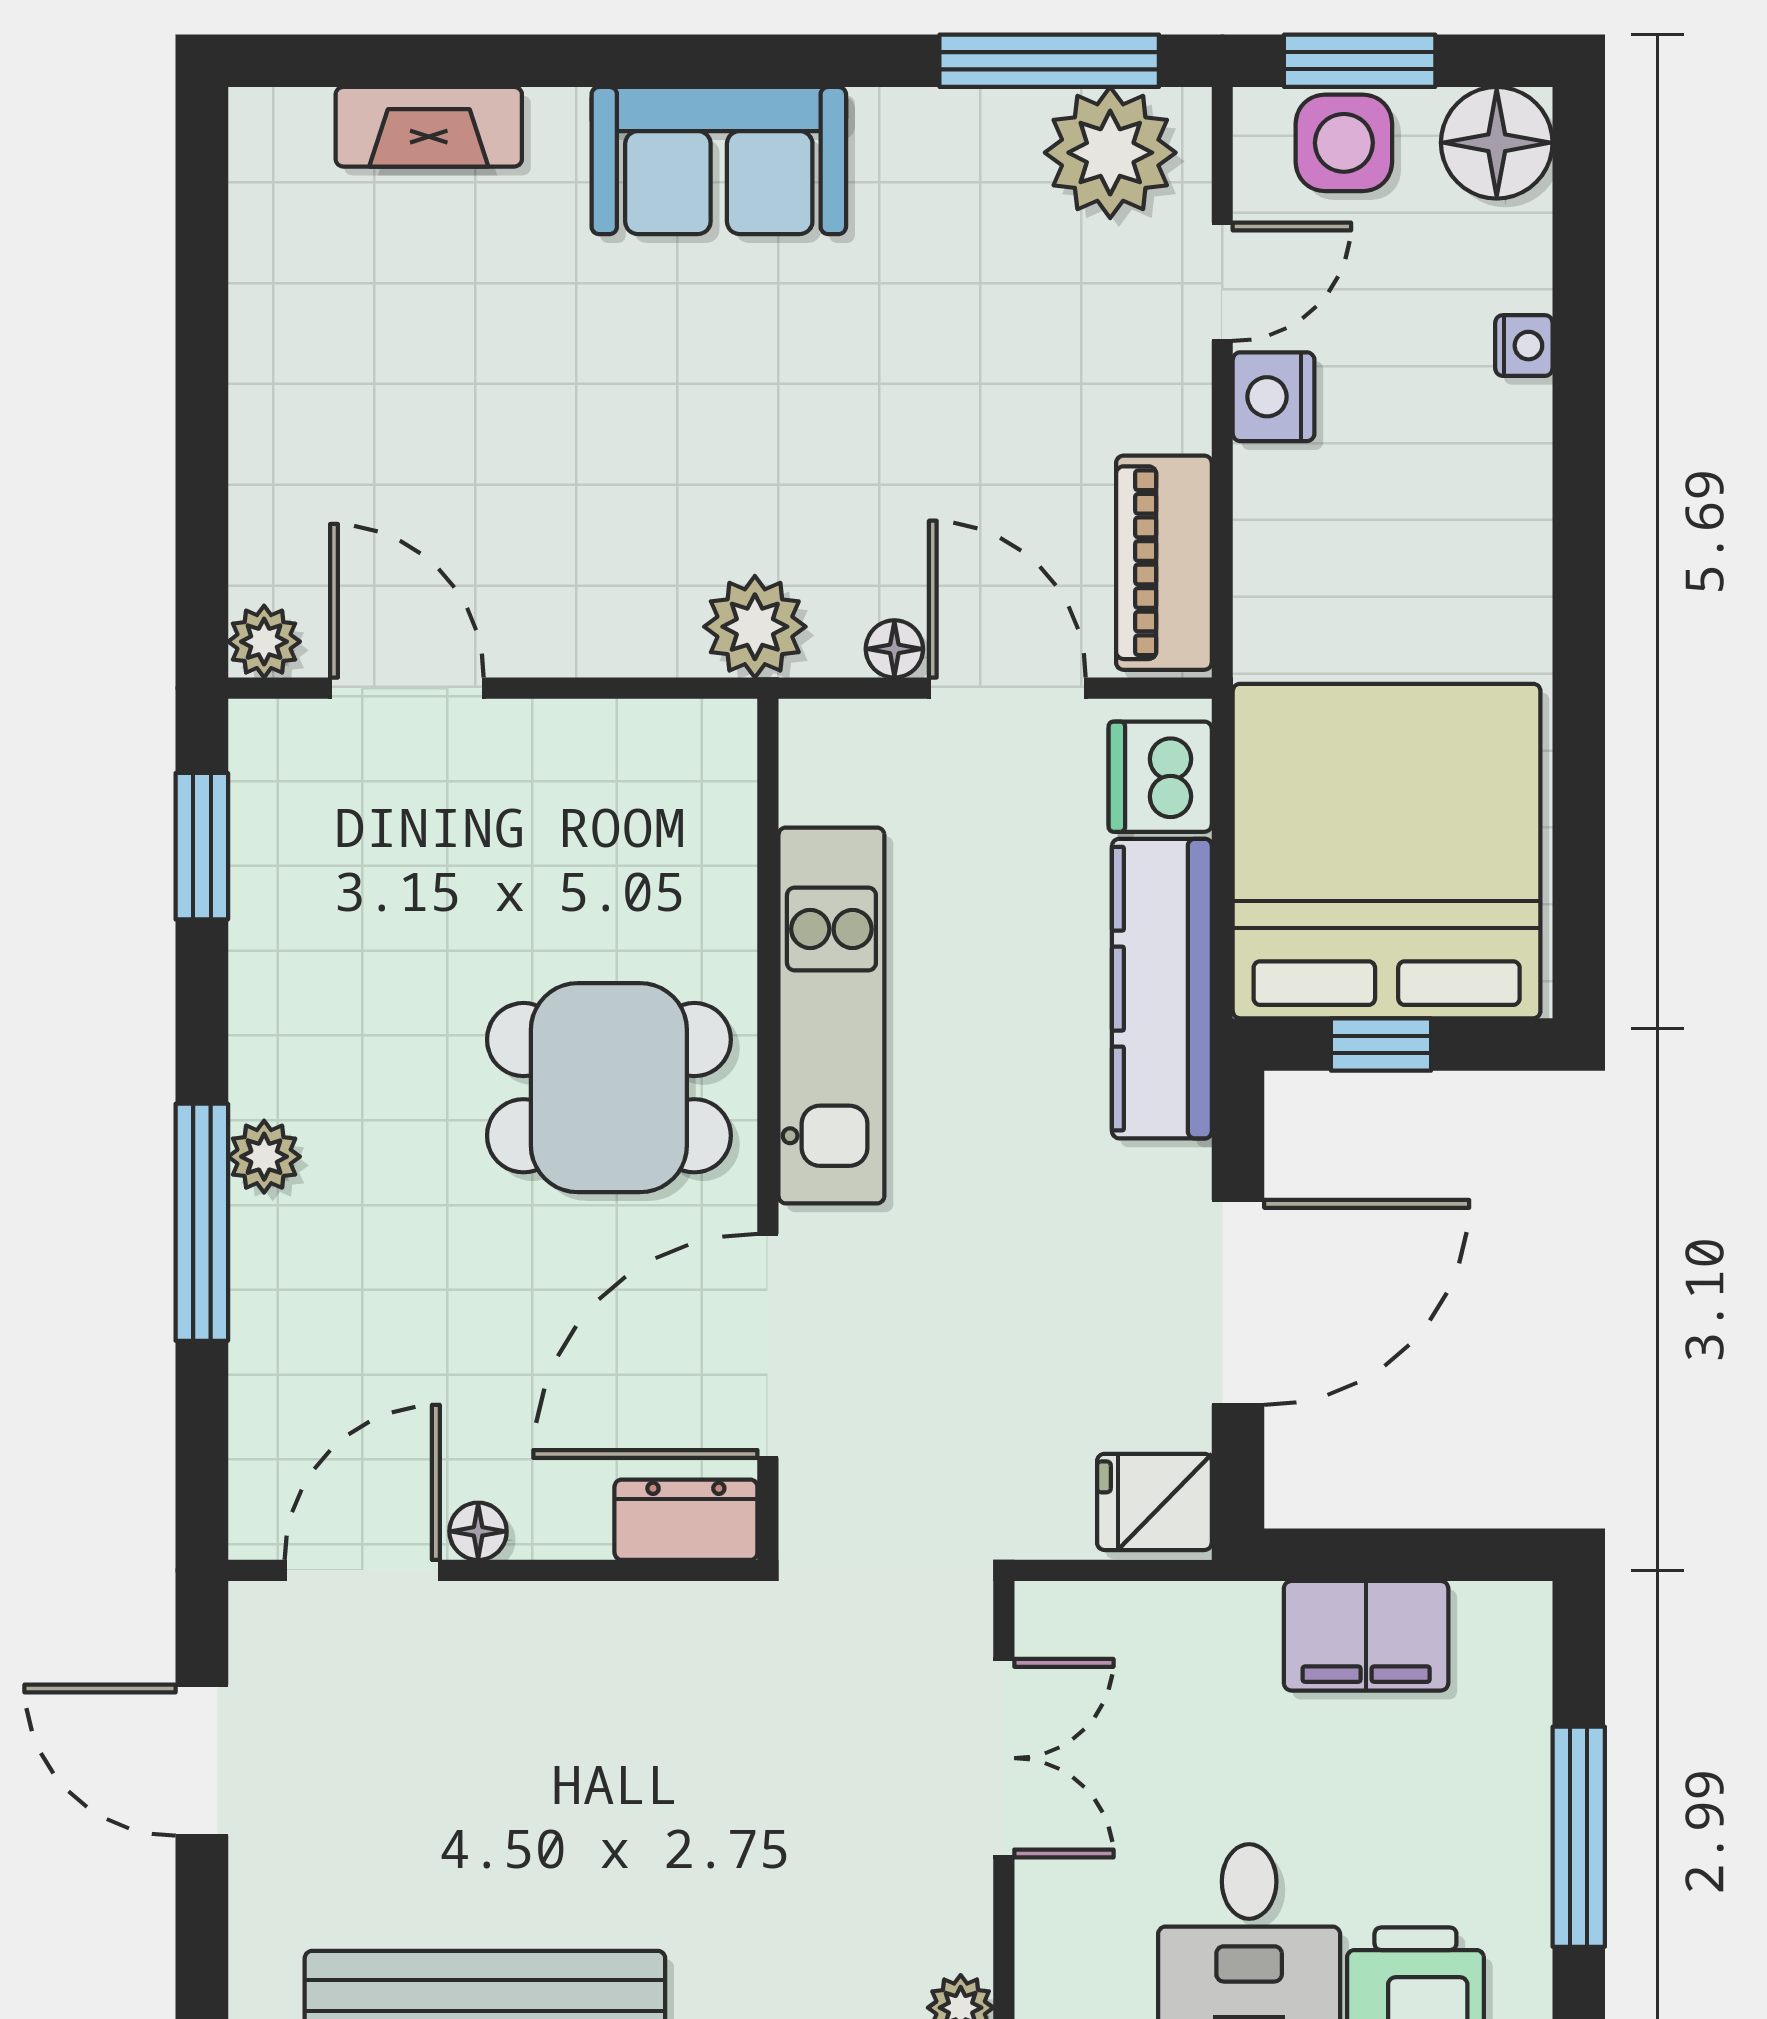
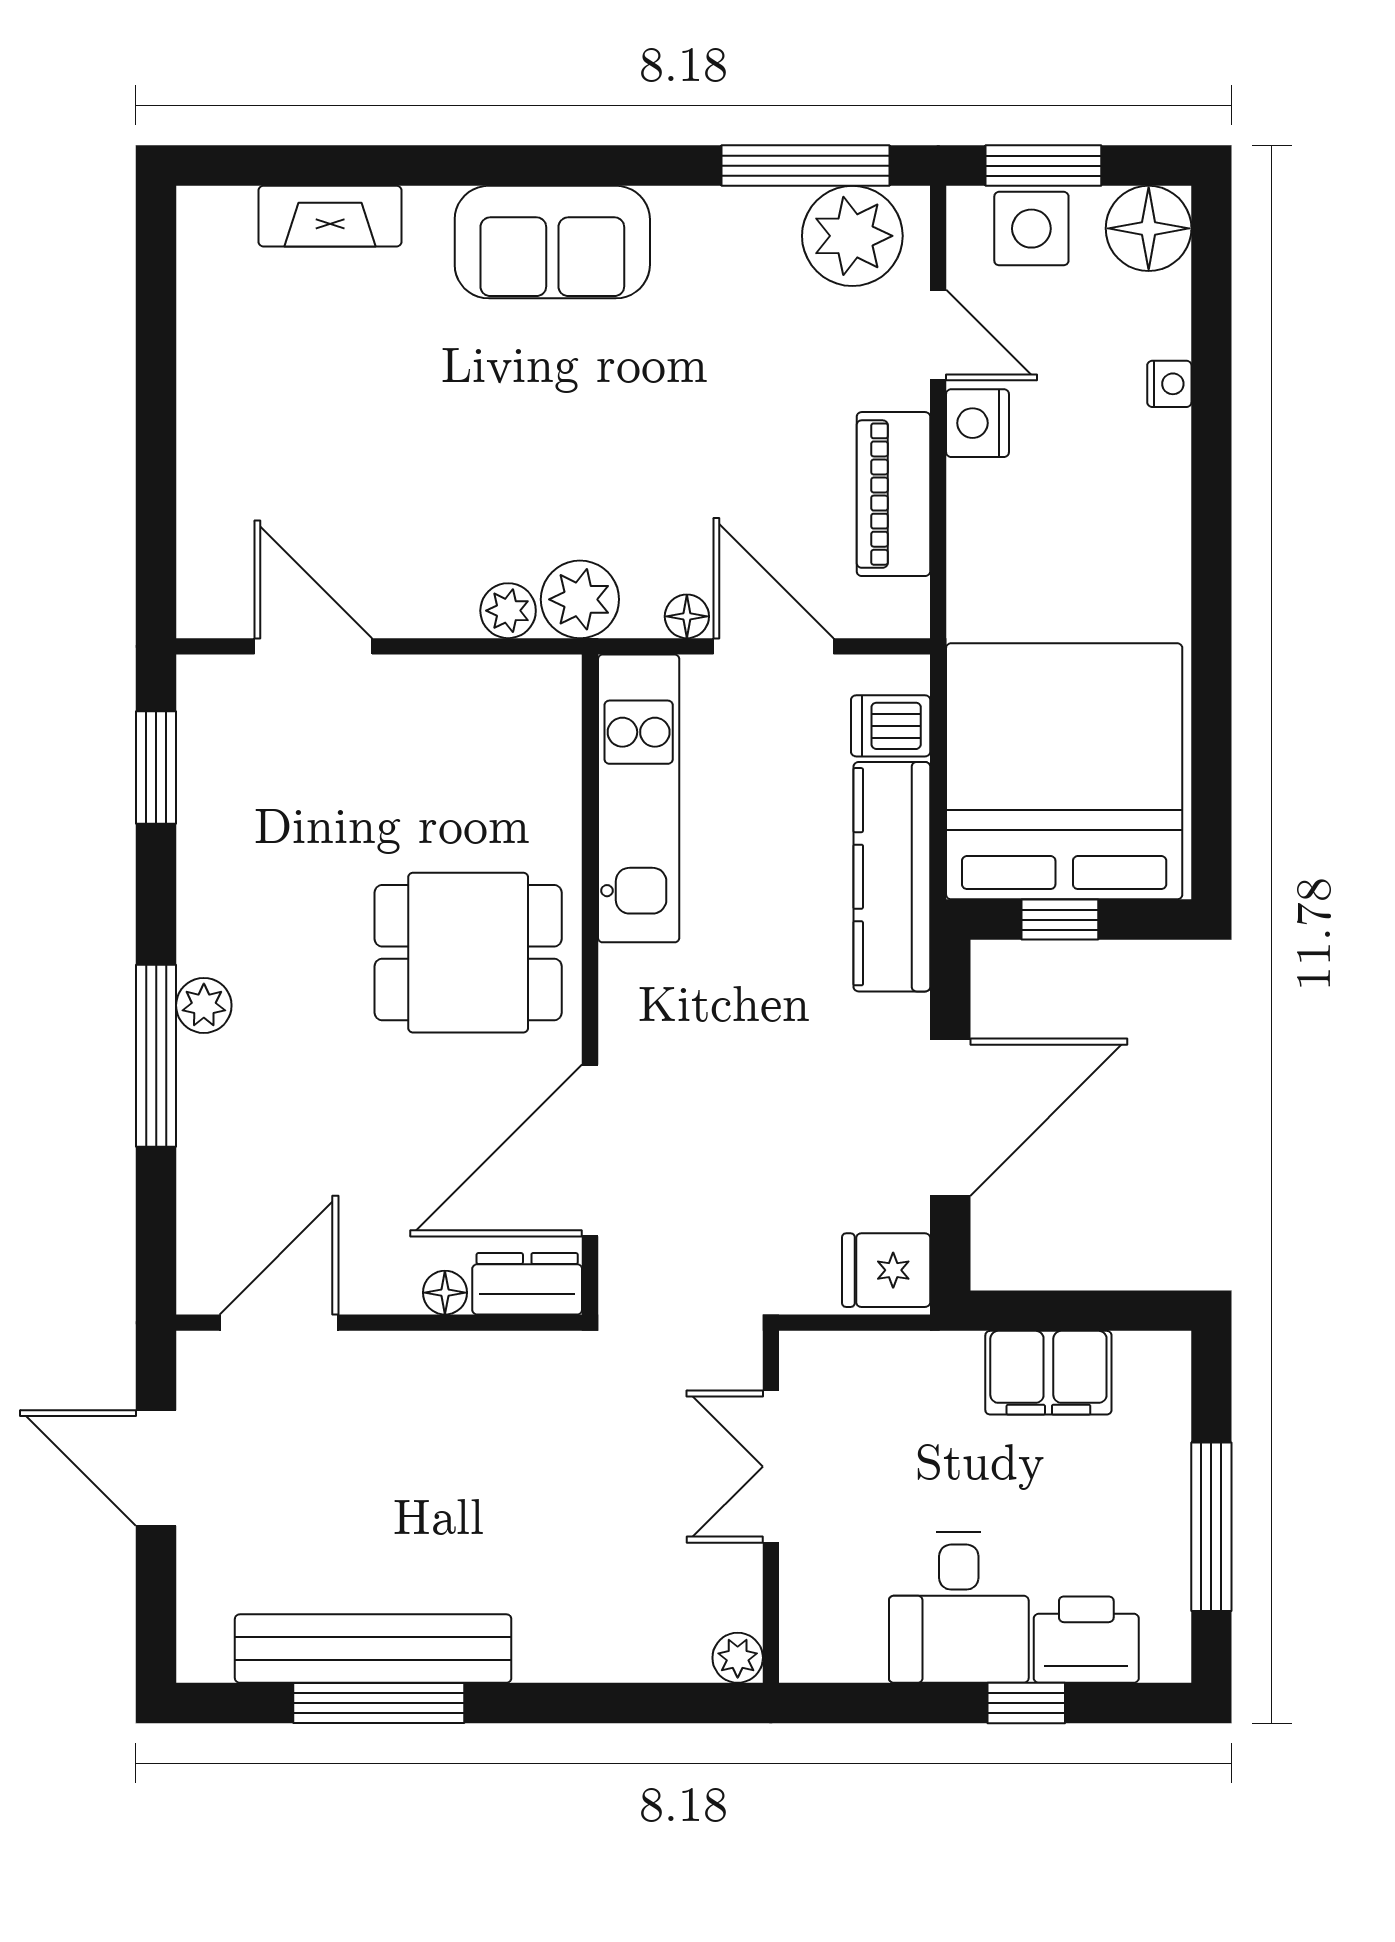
door: (1222, 282) -> (938, 335), hinge flipped
piano: (1164, 563) -> (893, 494), moved
plant: (264, 642) -> (508, 611), moved
dishwasher: (1160, 777) -> (891, 726), width x0.73
kitchen unit: (831, 1015) -> (639, 798), moved
floor lamp: (478, 1531) -> (445, 1293), moved
double door: (1004, 1758) -> (771, 1467), swing flipped

